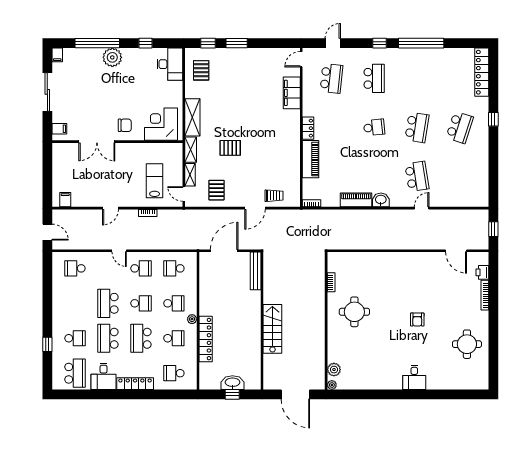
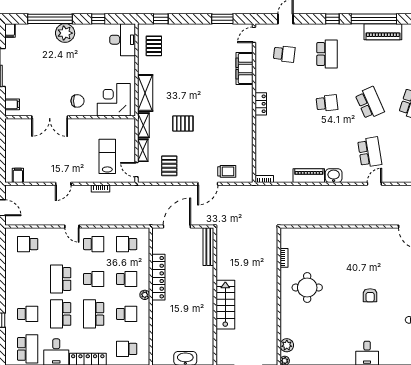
window: (237, 43) -> (222, 19), moved
school desk: (331, 78) -> (284, 54), width x0.54
school desk: (417, 127) -> (370, 103), turned -33
piano: (311, 159) -> (383, 32), moved, turned 90
locker: (206, 339) -> (158, 277), moved

